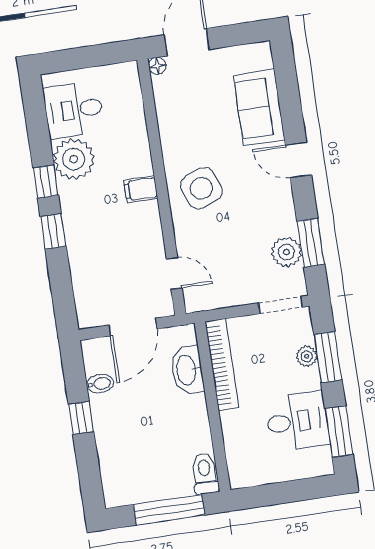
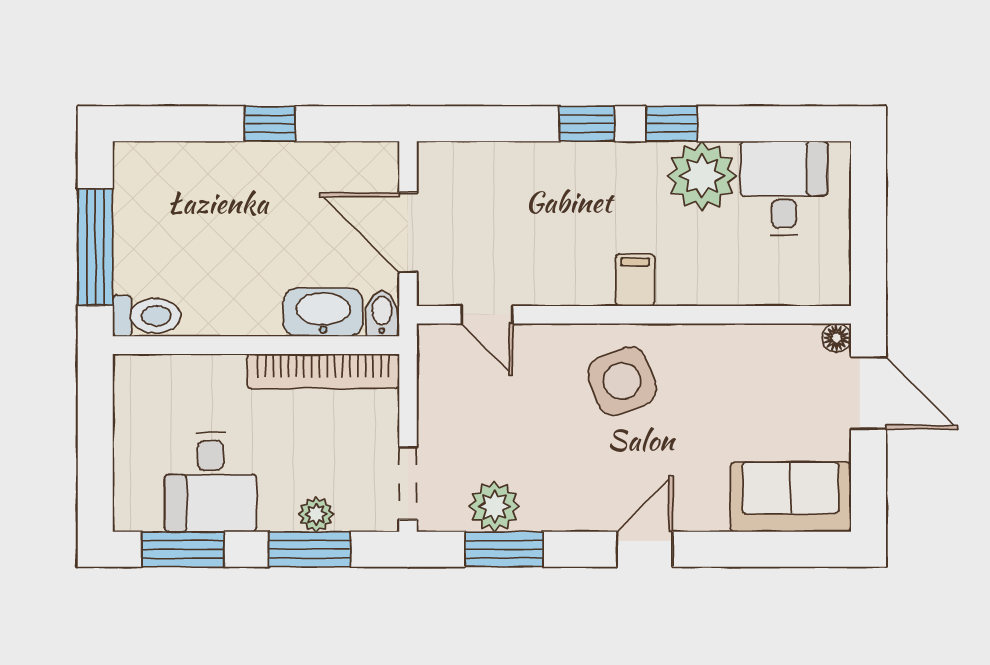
sofa: (259, 108) -> (791, 497), moved
door: (174, 273) -> (487, 315), hinge flipped
bidet: (100, 384) -> (382, 314), moved, turned 180

